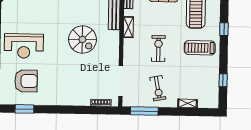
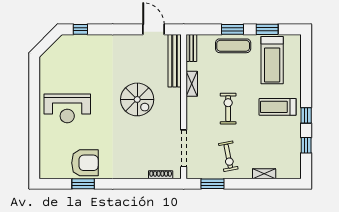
window: (224, 29) -> (306, 115), moved
armchair: (26, 81) -> (85, 163), moved
window: (24, 109) -> (83, 184), moved
window: (144, 111) -> (212, 184), width x0.69

